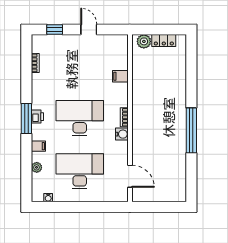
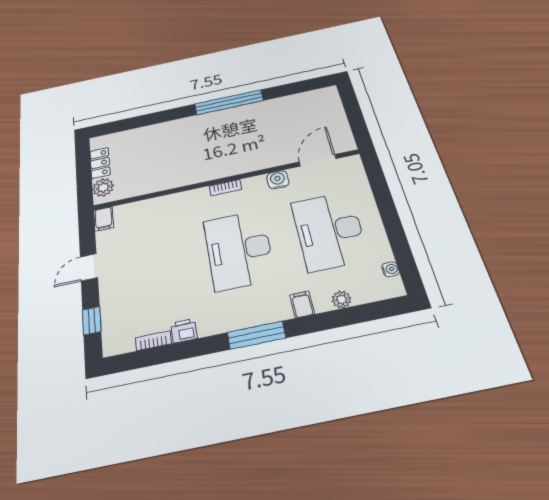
filing cabinet: (120, 76) -> (104, 219), moved
printer: (37, 117) -> (184, 331), moved
water cooler: (122, 134) -> (278, 180), moved

